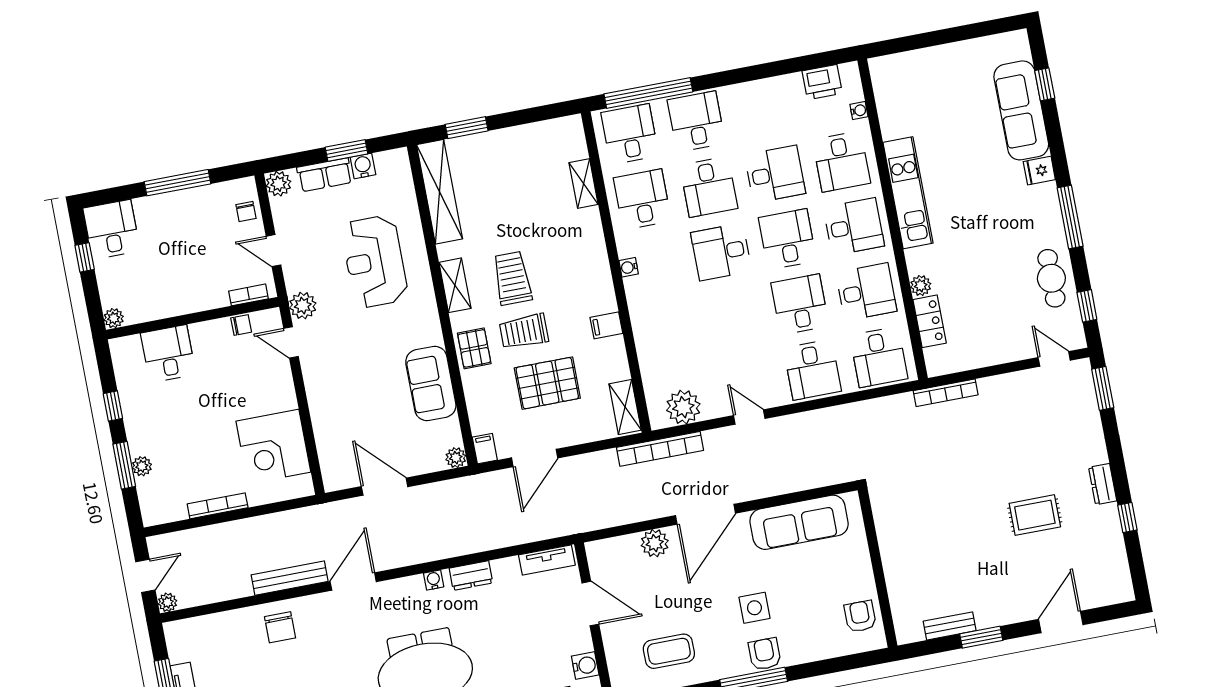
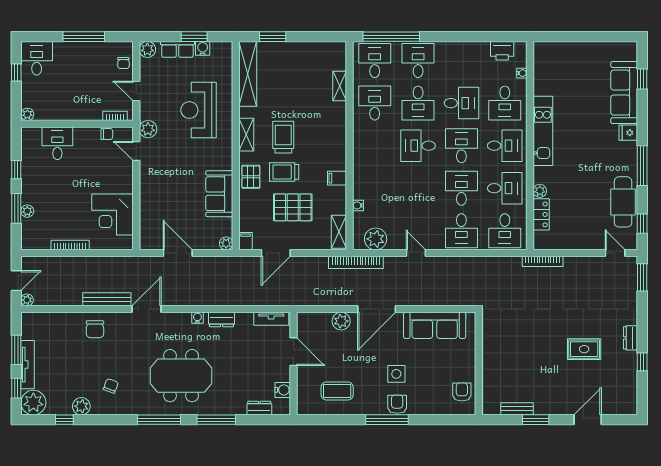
water cooler: (629, 267) -> (358, 205), moved
cafe table: (1051, 278) -> (623, 202), width x1.37, depth x1.35

